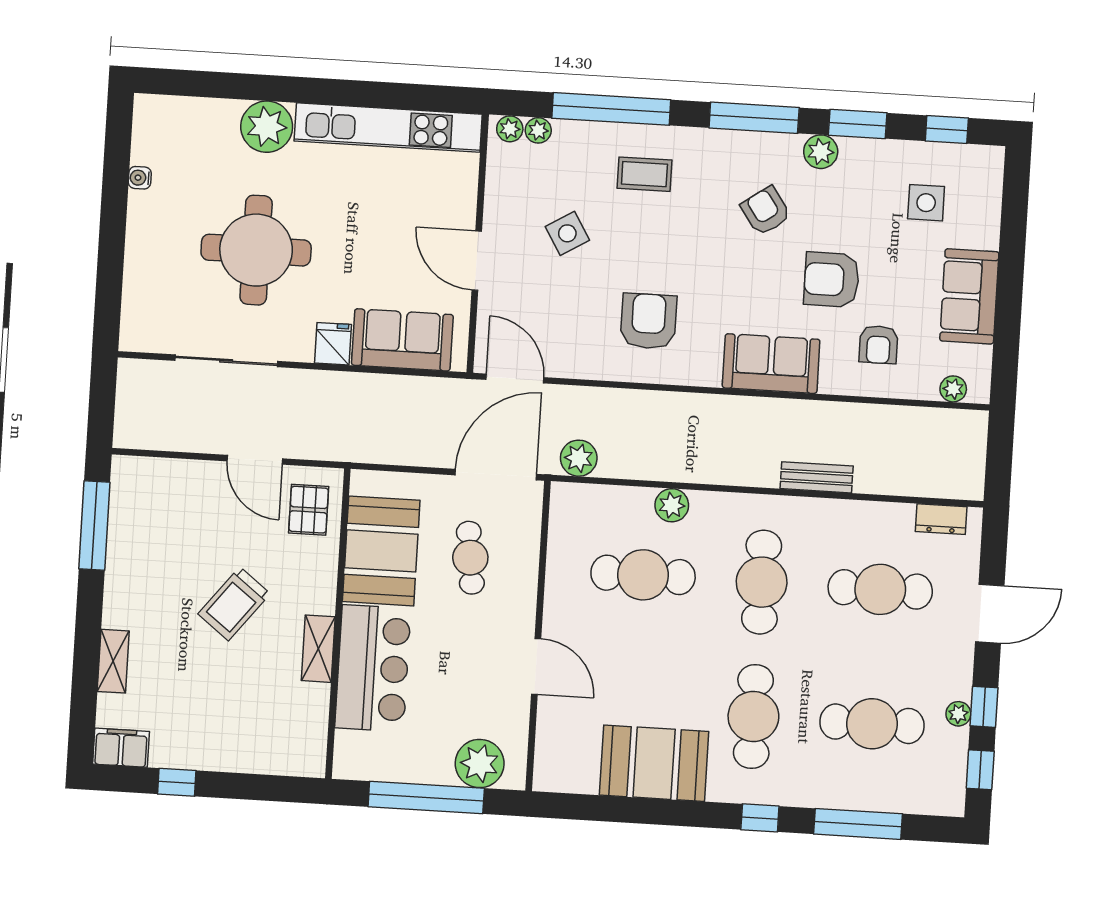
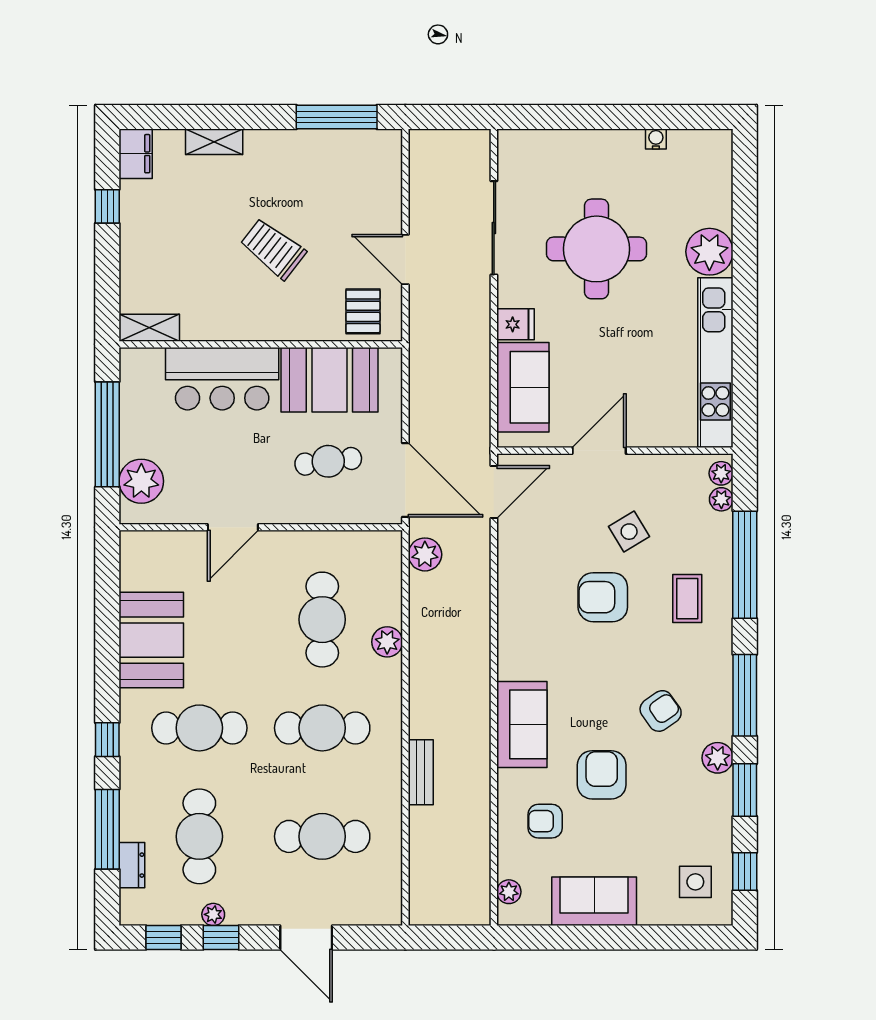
side table: (926, 203) -> (695, 882), moved
armchair: (649, 321) -> (603, 597), moved, turned 180
door: (255, 460) -> (405, 259), hinge flipped
pallet: (309, 510) -> (363, 311), turned 90
dresser: (941, 519) -> (132, 865), moved, turned 180
cafe table: (880, 589) -> (322, 836), turned 90
shelving: (318, 649) -> (149, 328), moved

